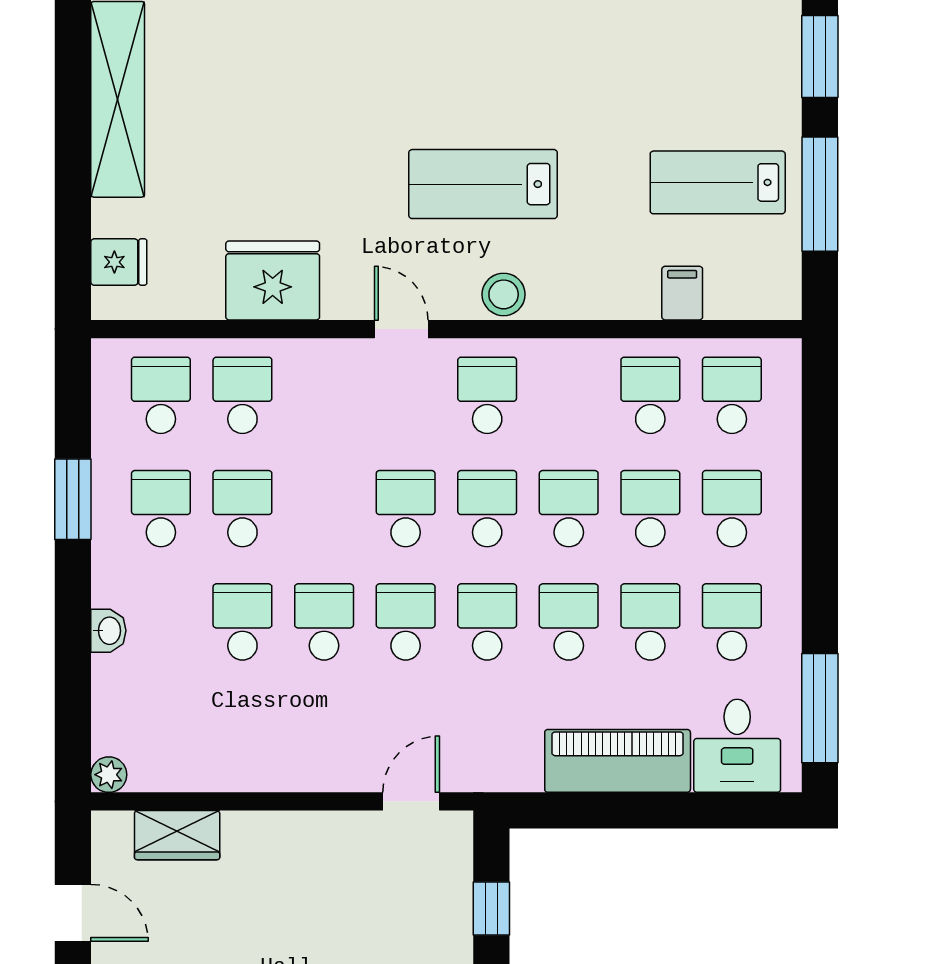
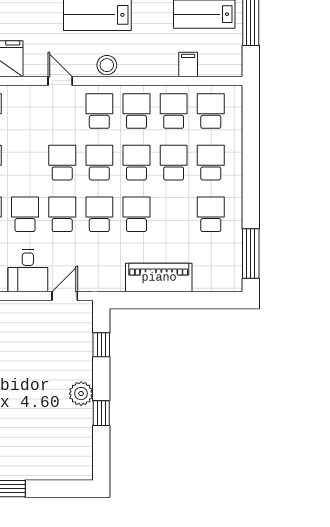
school desk: (650, 622) -> (136, 111), moved
desk: (737, 746) -> (28, 271), moved

